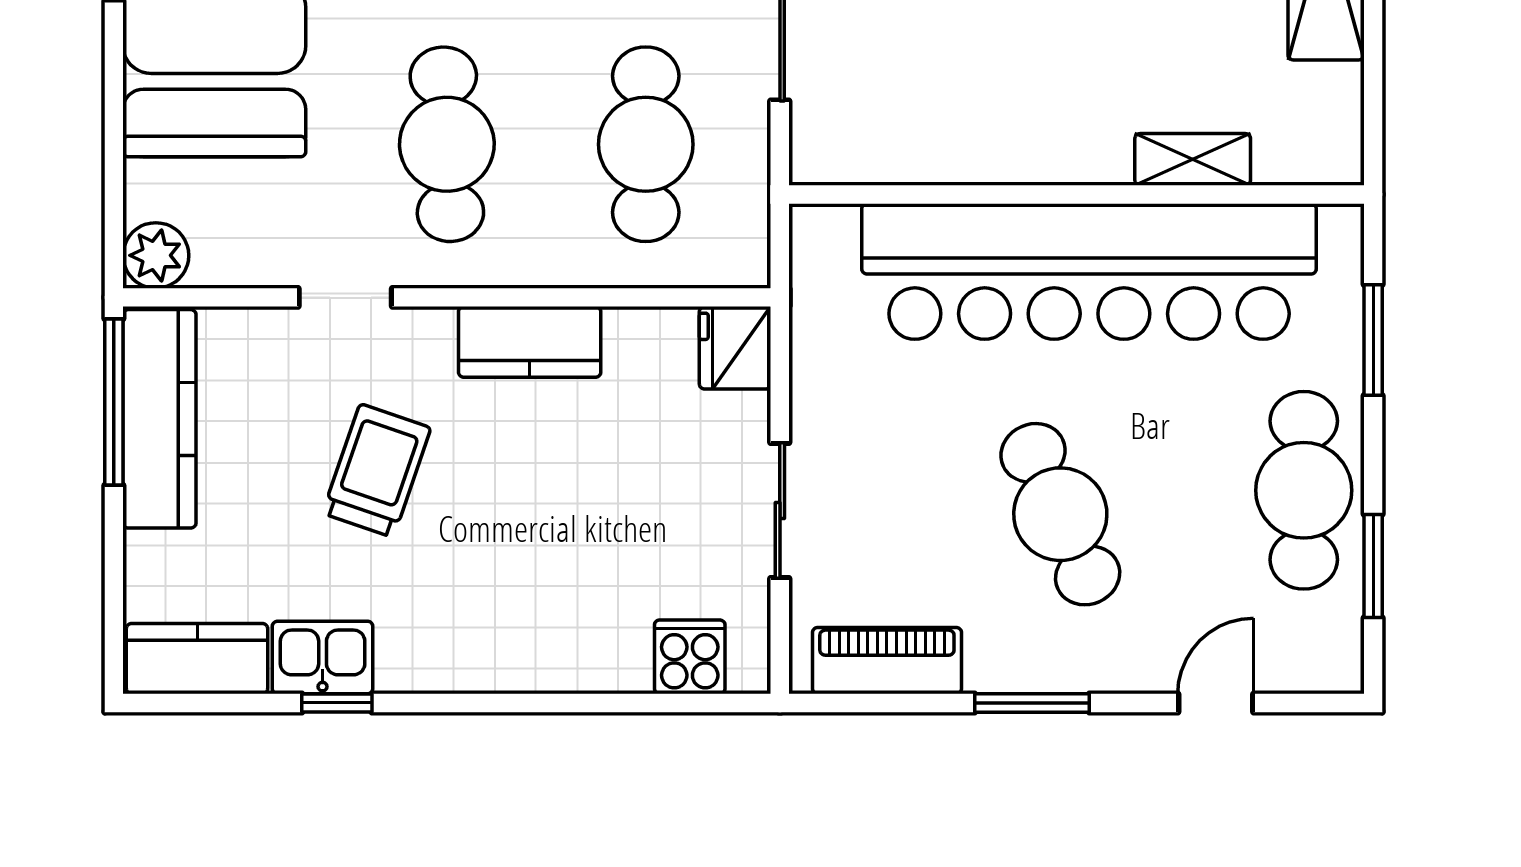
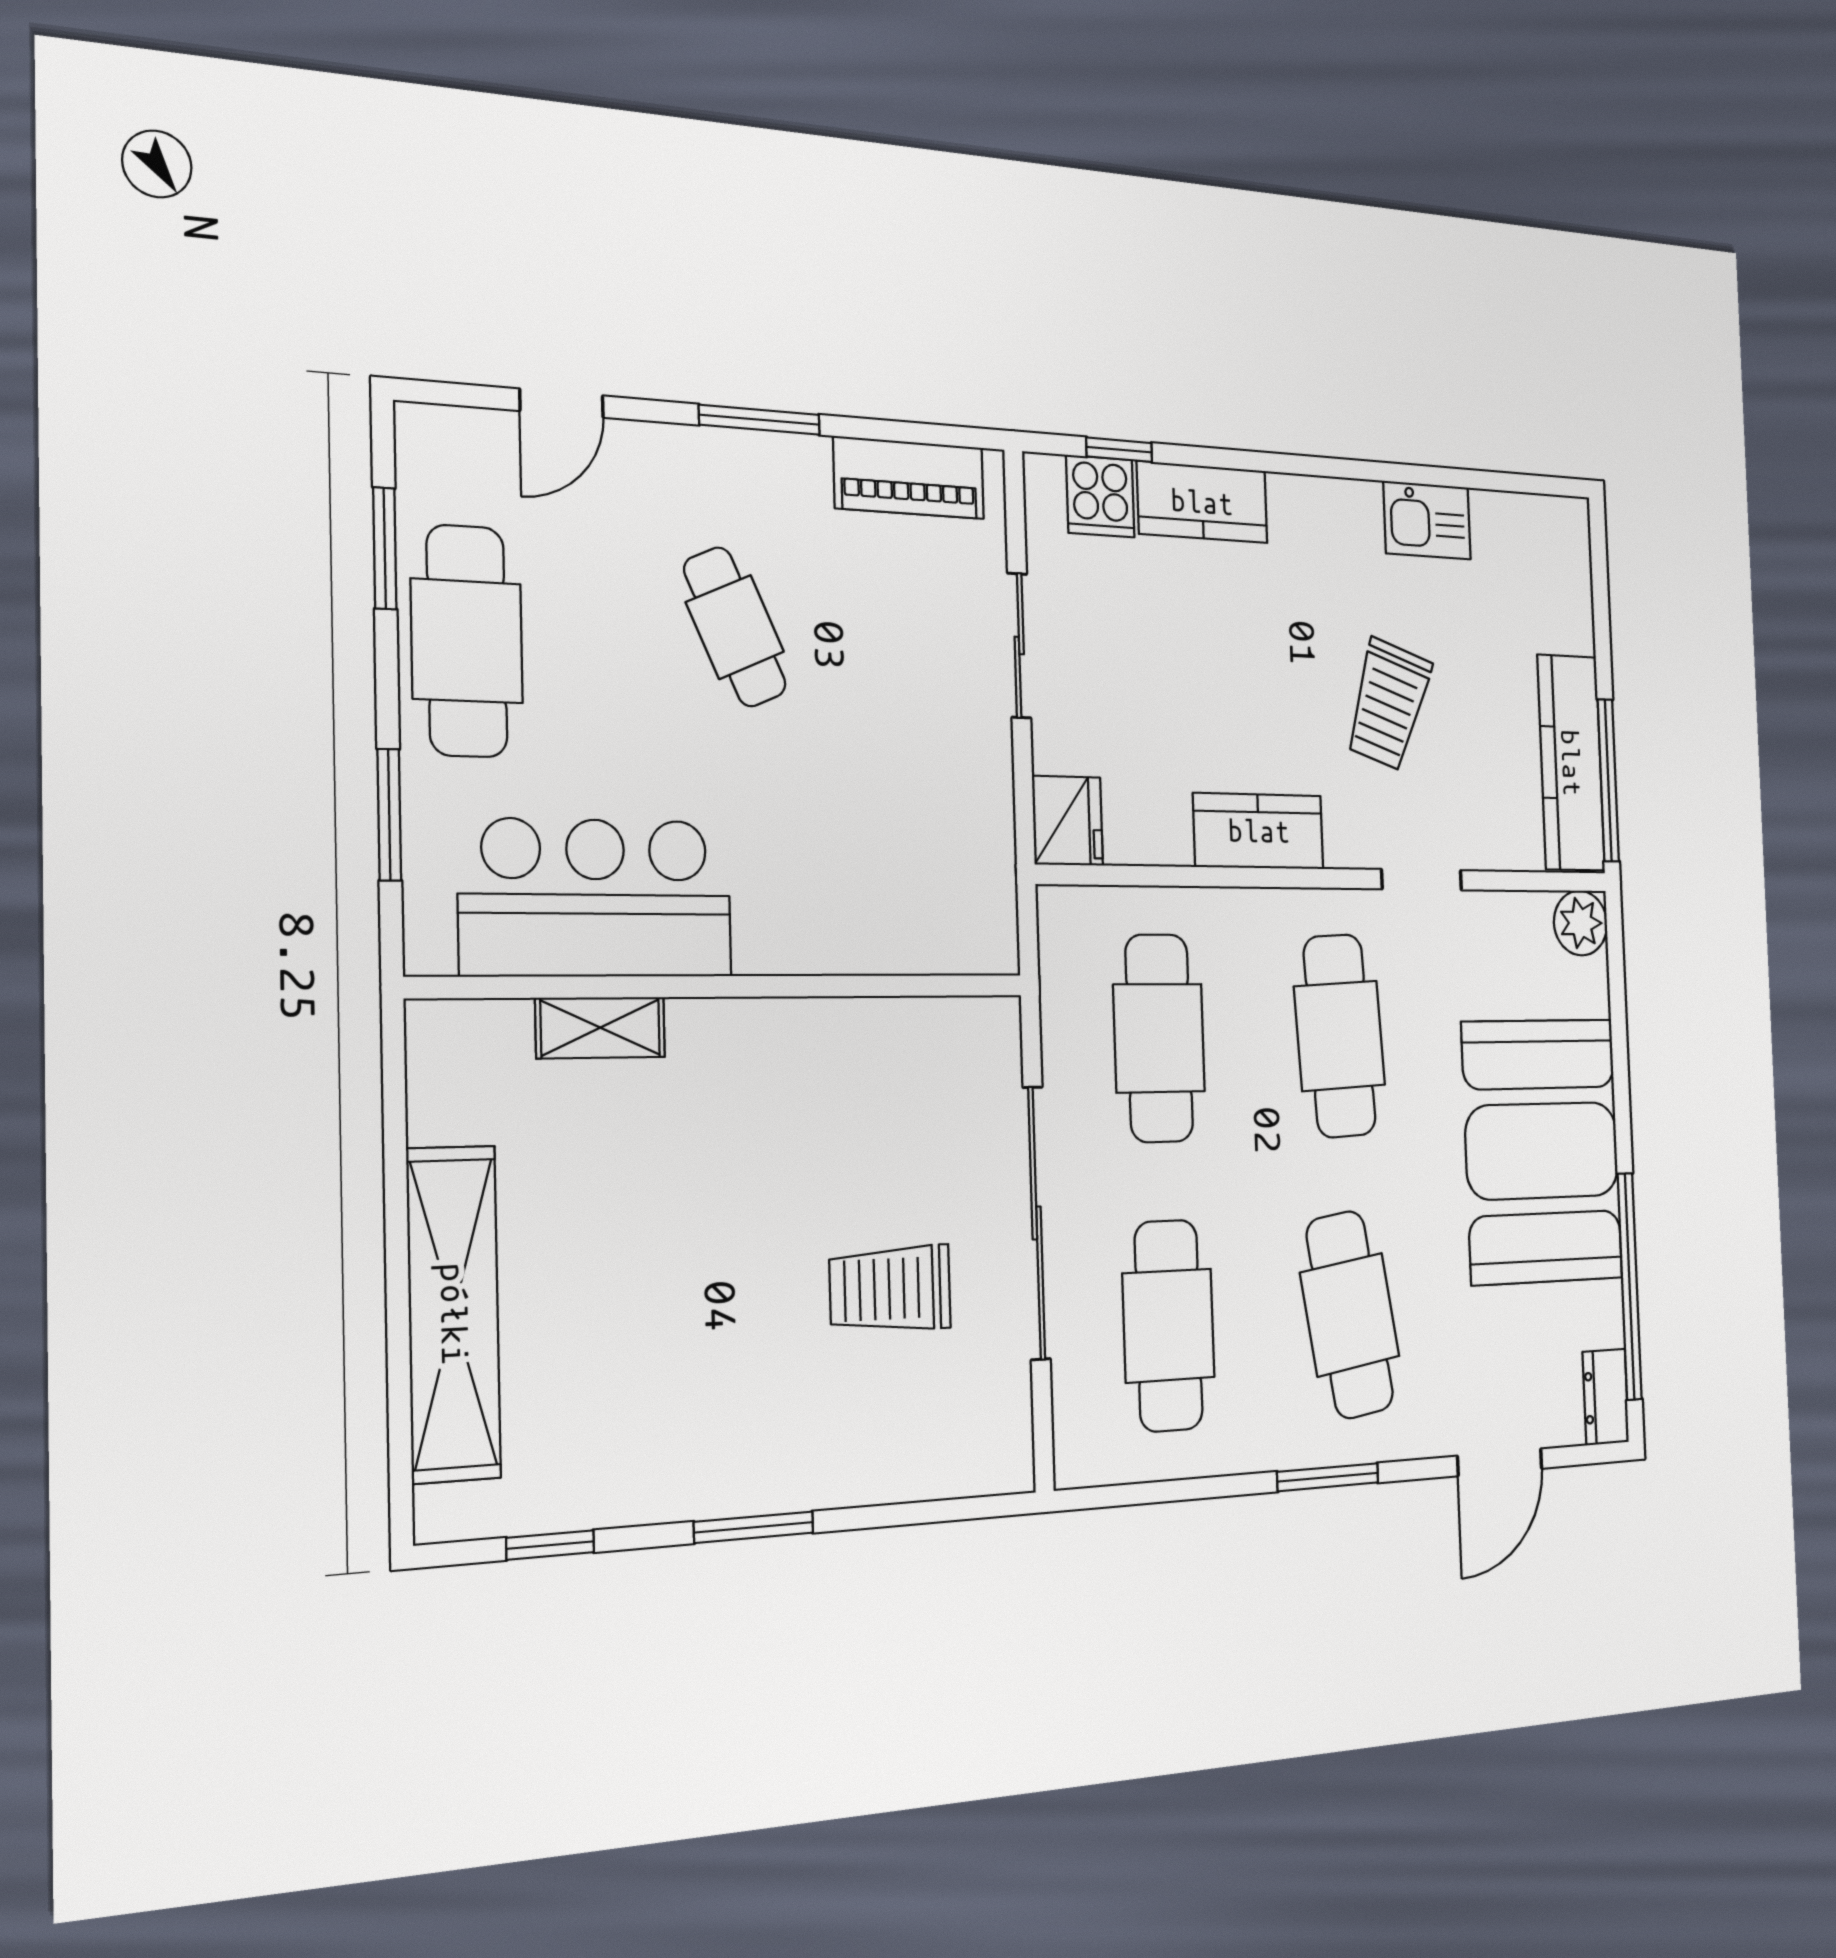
bar counter: (1089, 271) -> (596, 898), width x0.54
cafe table: (1060, 514) -> (735, 627), width x0.73, depth x0.74
kitchen counter: (197, 659) -> (1202, 502), moved
window: (337, 703) -> (1119, 450), moved

